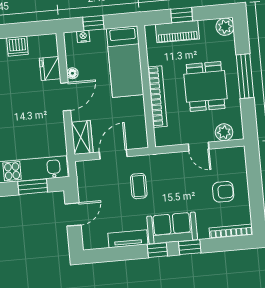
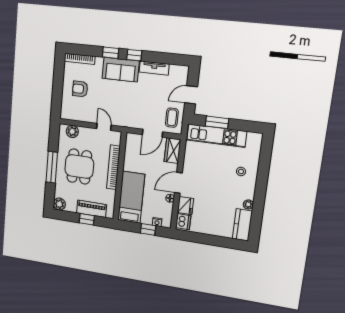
dishwasher: (17, 46) -> (183, 222), moved, turned 90
door: (199, 147) -> (104, 127), moved
coffee table: (139, 186) -> (172, 118), moved

